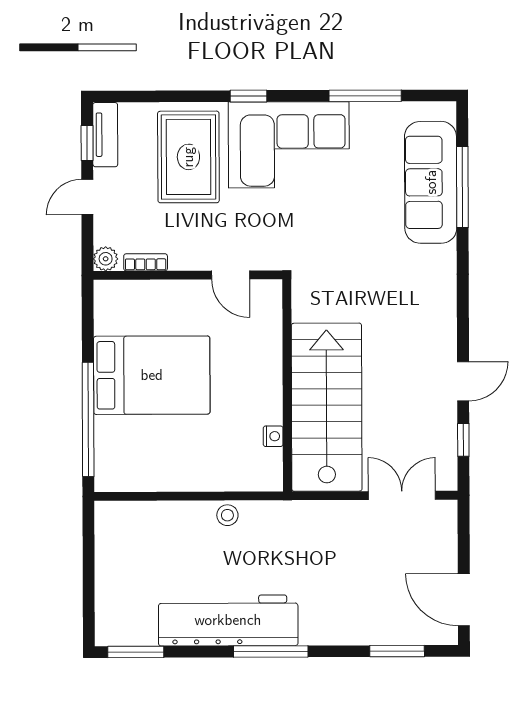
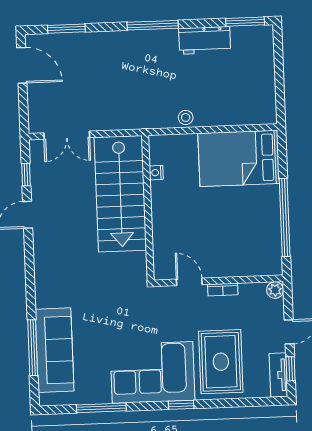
bookcase: (146, 262) -> (223, 290), moved
bed: (152, 375) -> (239, 158), moved
window: (88, 419) -> (285, 217), moved
workbench: (228, 620) -> (205, 40), width x0.53, depth x0.76

